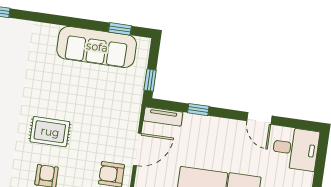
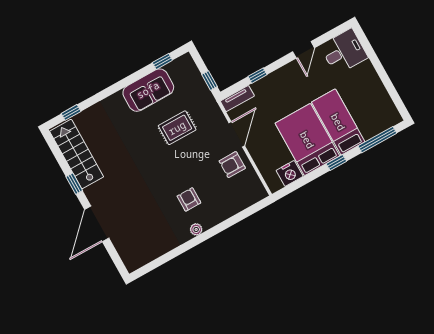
sofa: (97, 47) -> (148, 90), width x0.73
door: (259, 118) -> (304, 50), hinge flipped
rug: (50, 132) -> (177, 128), moved

